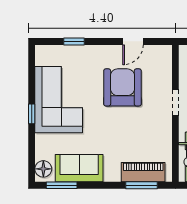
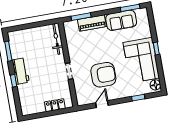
armchair: (122, 87) -> (103, 75), turned -90
floor lamp: (43, 169) -> (155, 85), moved
piano: (143, 172) -> (92, 23), moved

